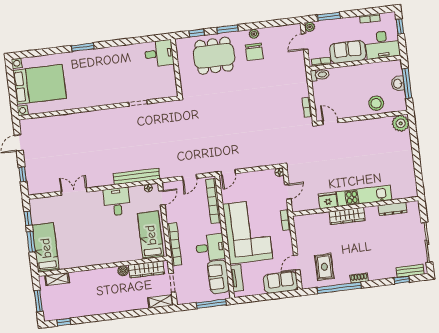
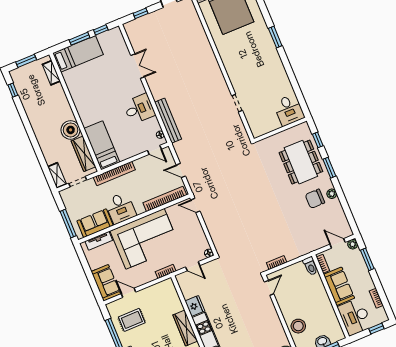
bed: (151, 235) -> (102, 145), moved, turned -90
boiler: (123, 271) -> (71, 130), width x1.86, depth x1.86

